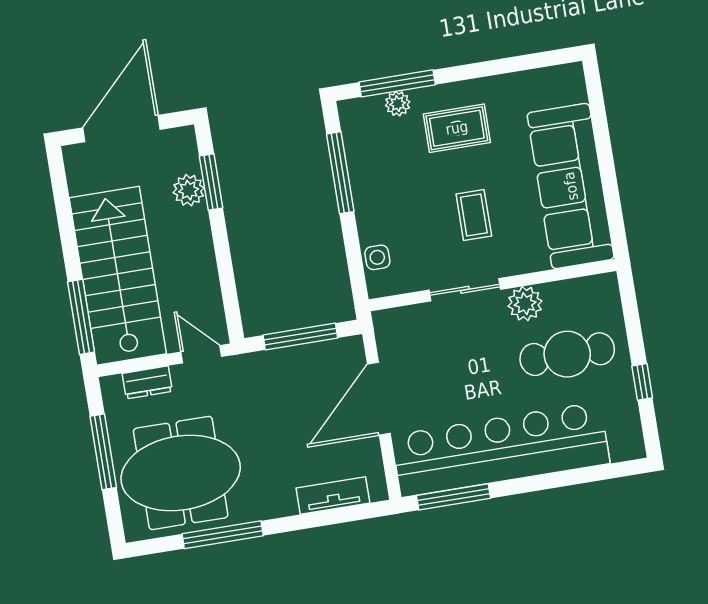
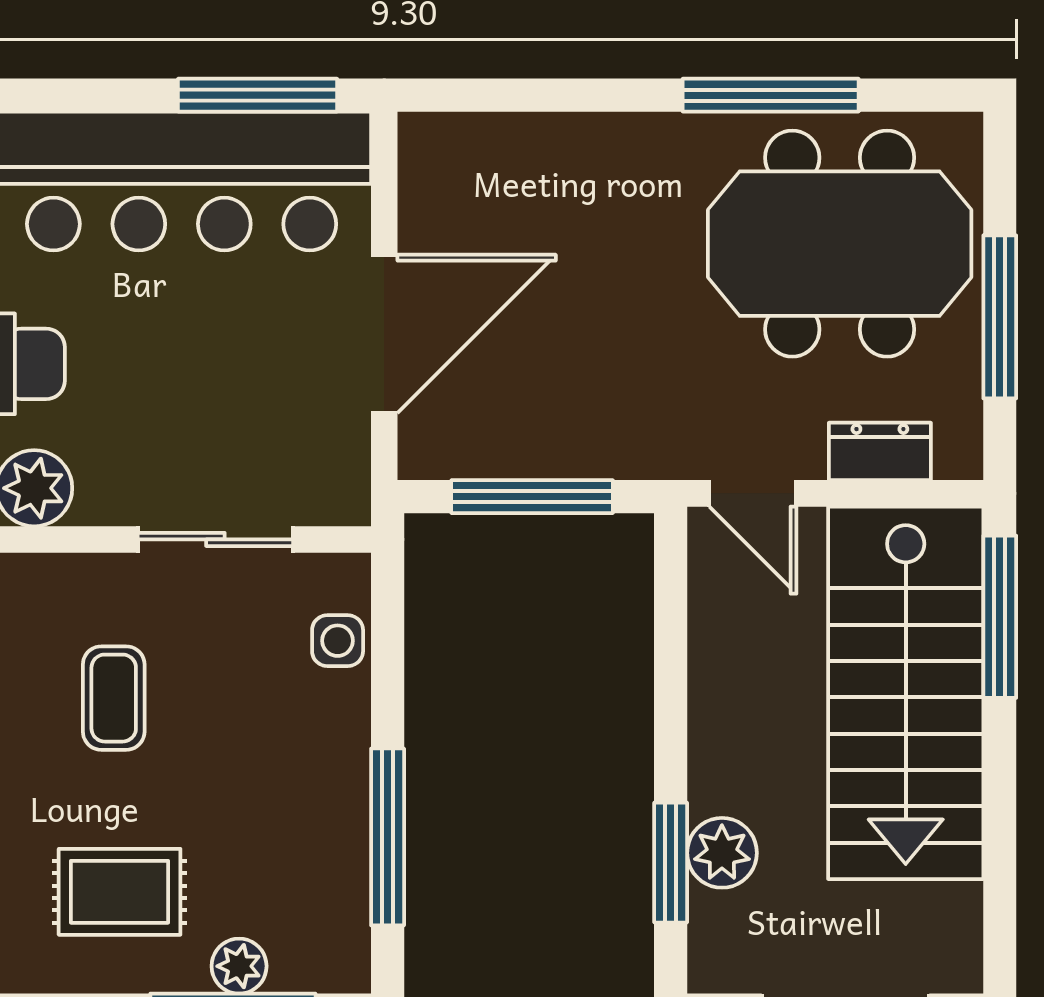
sliding door: (465, 290) -> (215, 539), moved
tv unit: (333, 495) -> (518, 141), removed

